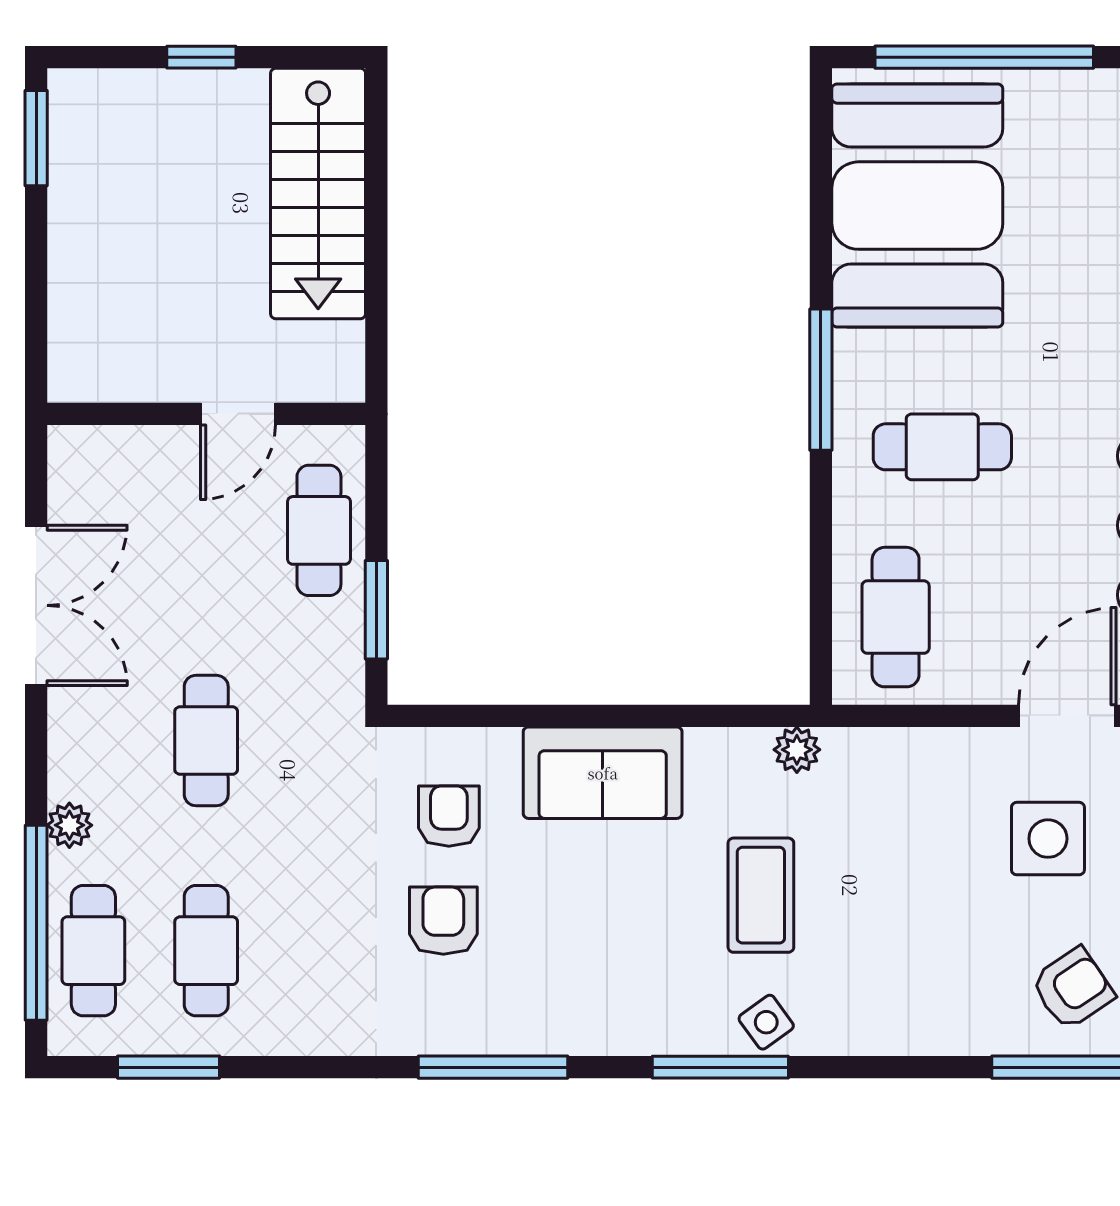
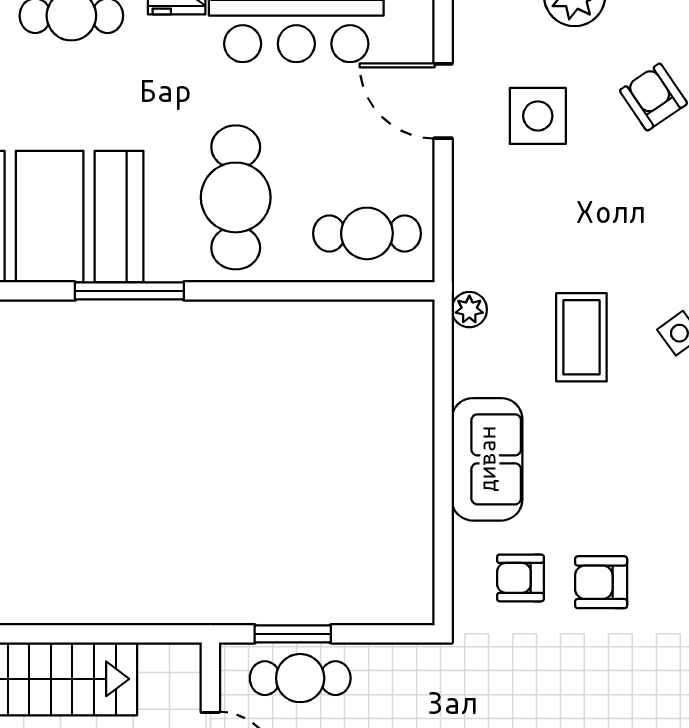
window: (821, 380) -> (129, 291), moved
cafe table: (942, 447) -> (236, 197), width x1.37, depth x1.35
window: (376, 610) -> (293, 634), moved
coffee table: (761, 895) -> (581, 337), turned 90

